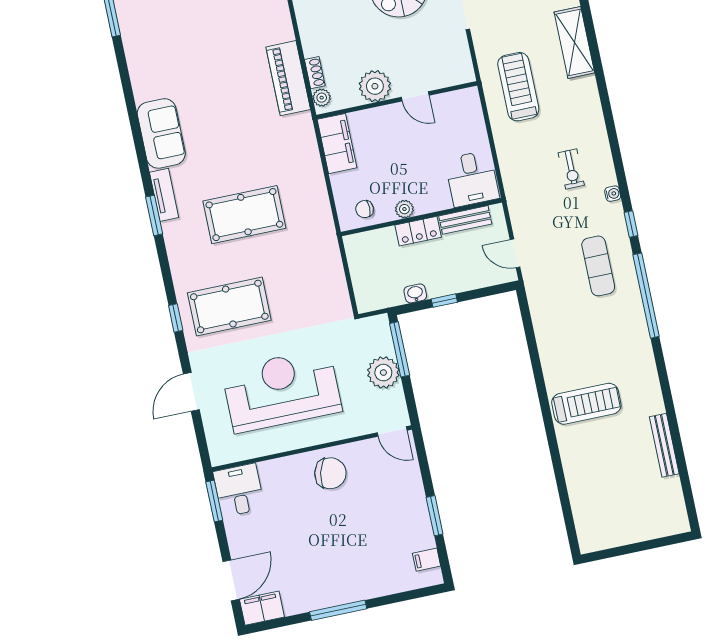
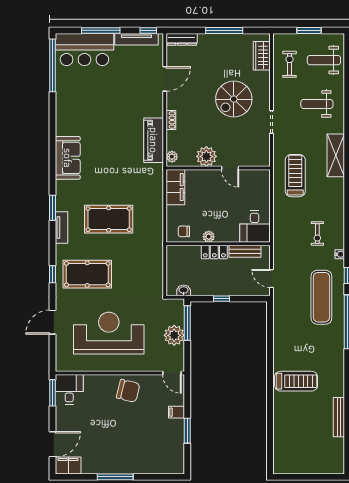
shoe rack: (315, 73) -> (171, 120), moved
tv unit: (164, 195) -> (61, 228), moved
exercise mat: (598, 266) -> (321, 297), width x1.36, depth x1.45
washbasin: (415, 293) -> (184, 290), moved
filing cabinet: (427, 560) -> (177, 412), moved

